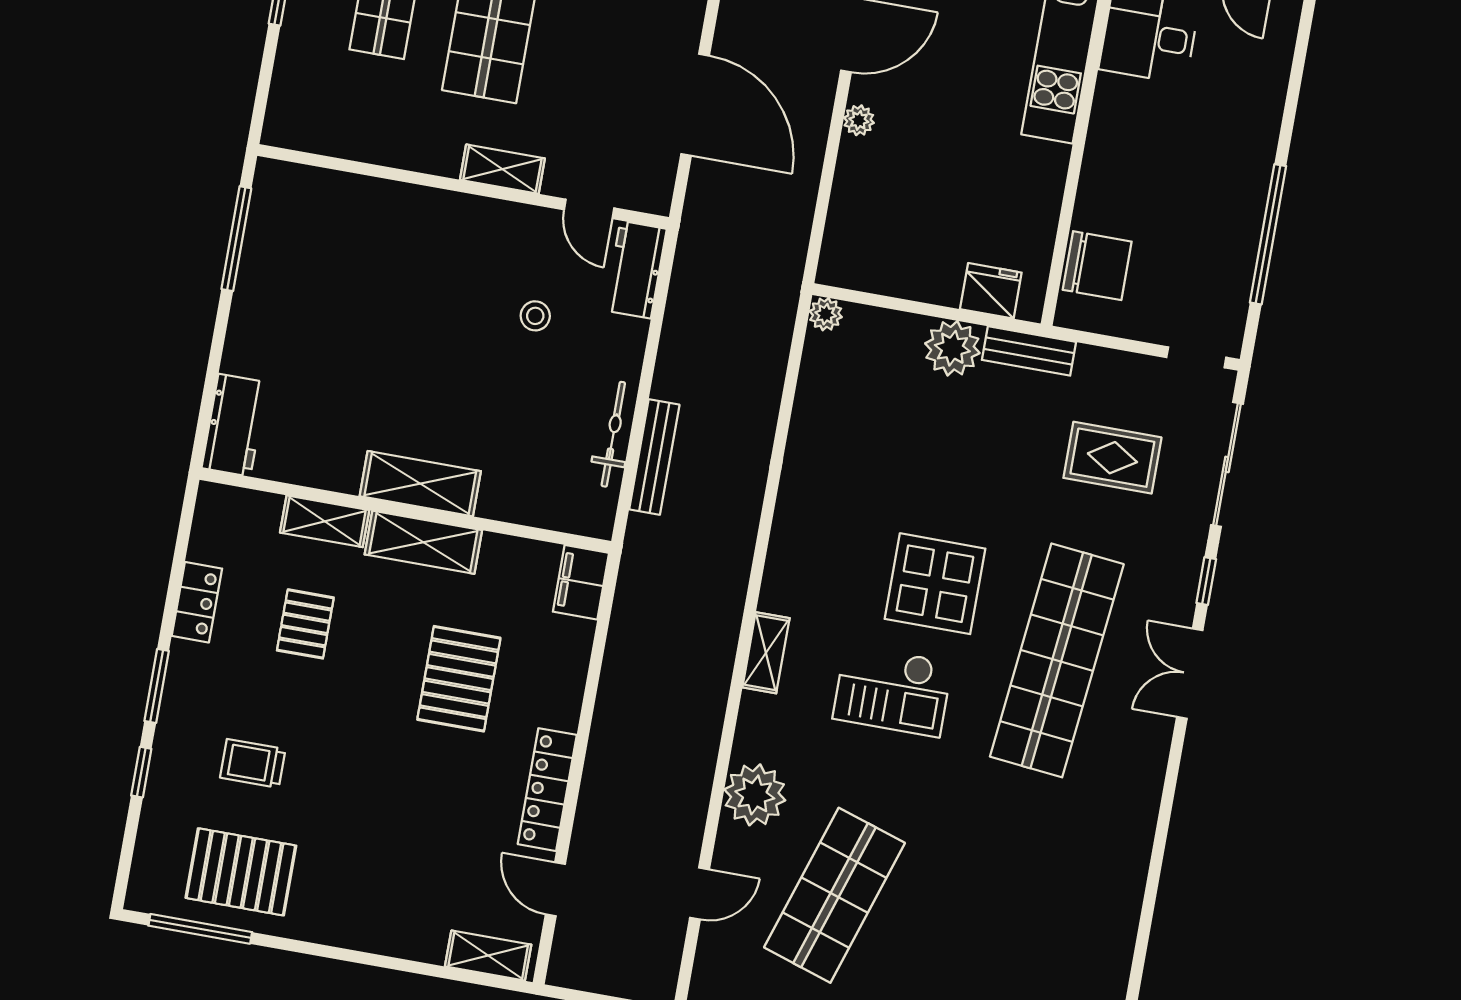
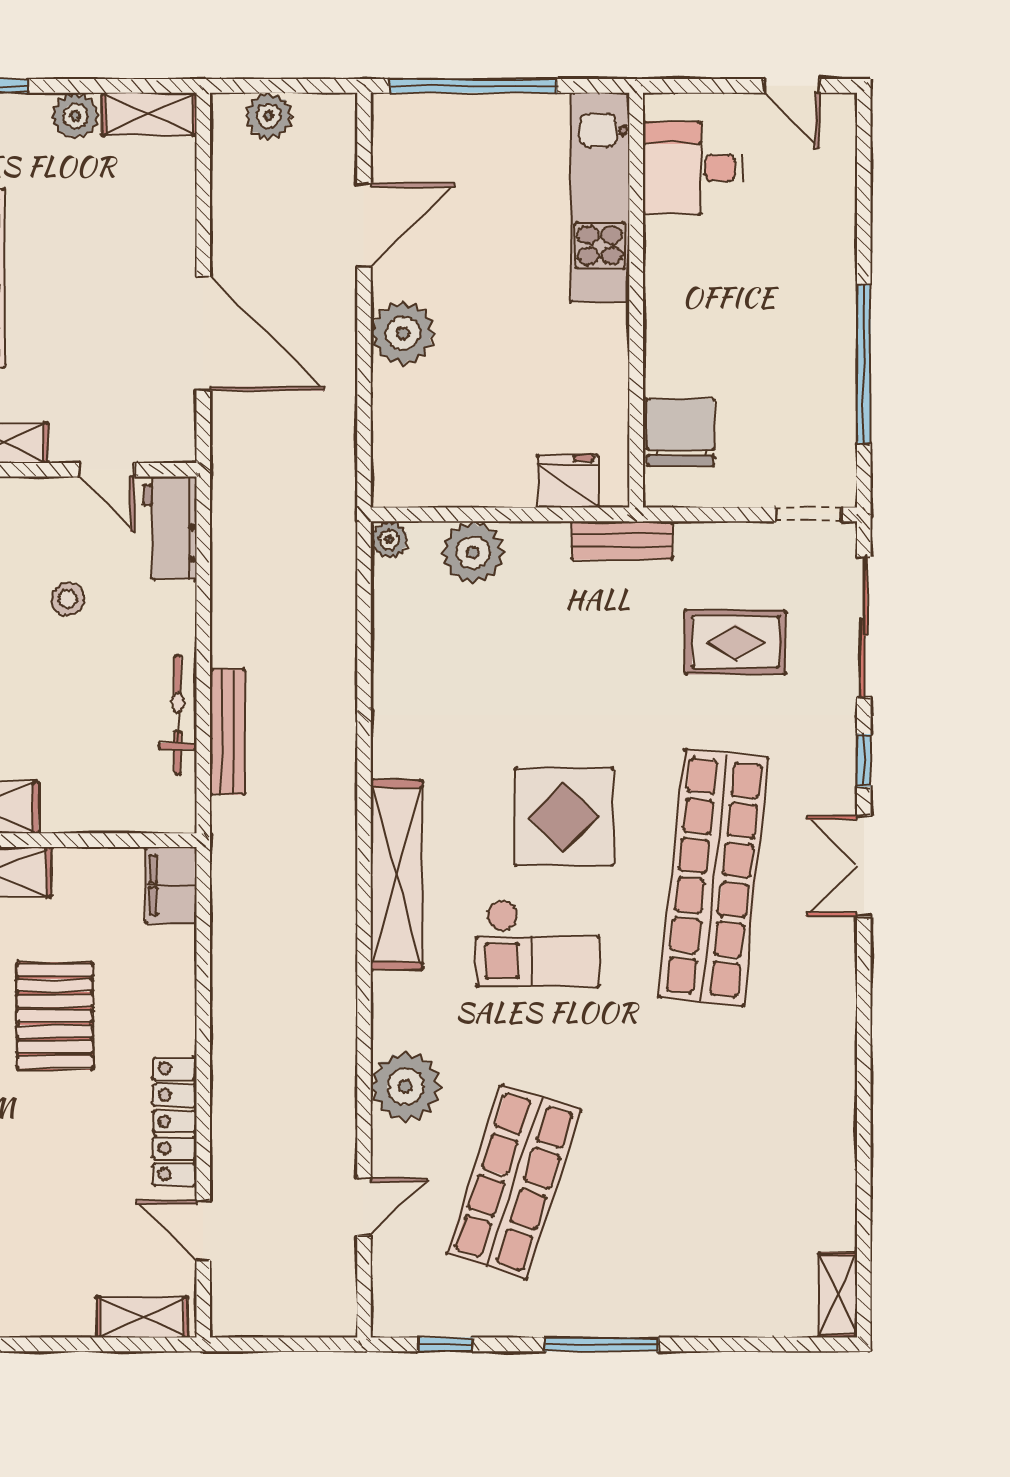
plant: (859, 120) -> (403, 333), width x1.87, depth x1.87
chair: (1097, 266) -> (681, 432), turned -90
plant: (952, 348) -> (473, 552), moved
shelving: (766, 653) -> (396, 875), width x2.20, depth x1.33

